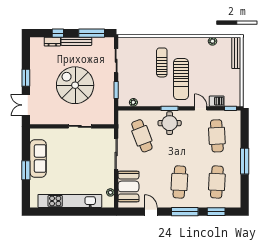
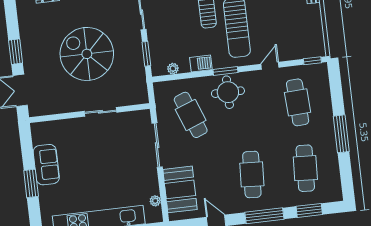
barbecue: (217, 101) -> (201, 64), moved
door: (201, 108) -> (270, 66), hinge flipped
sofa: (38, 158) -> (46, 165), width x0.73

